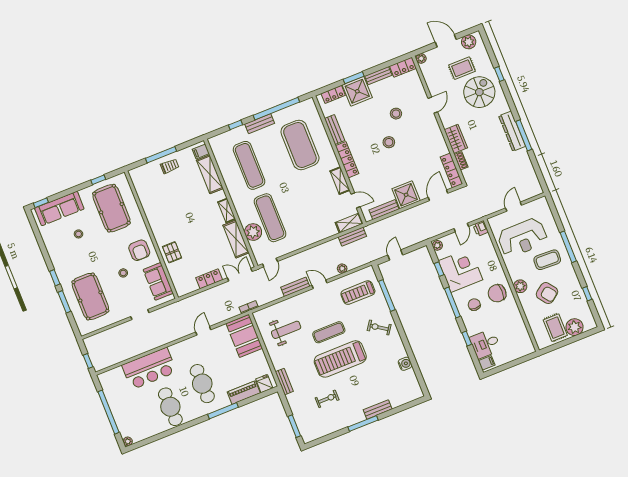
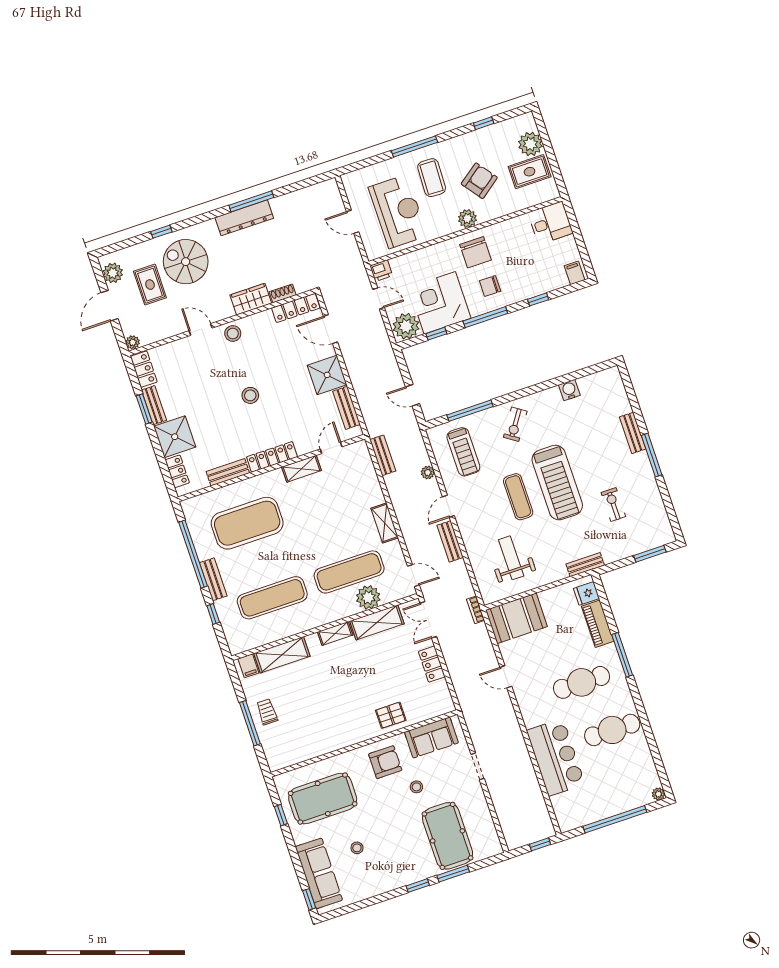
window: (354, 78) -> (144, 409), moved
stool: (396, 114) -> (233, 333), moved
shelving: (349, 223) -> (385, 523), moved
plant: (437, 245) -> (406, 326), width x1.88, depth x1.88
pool table: (90, 296) -> (448, 836), turned 90
desk: (485, 344) -> (550, 223), moved, turned -90

